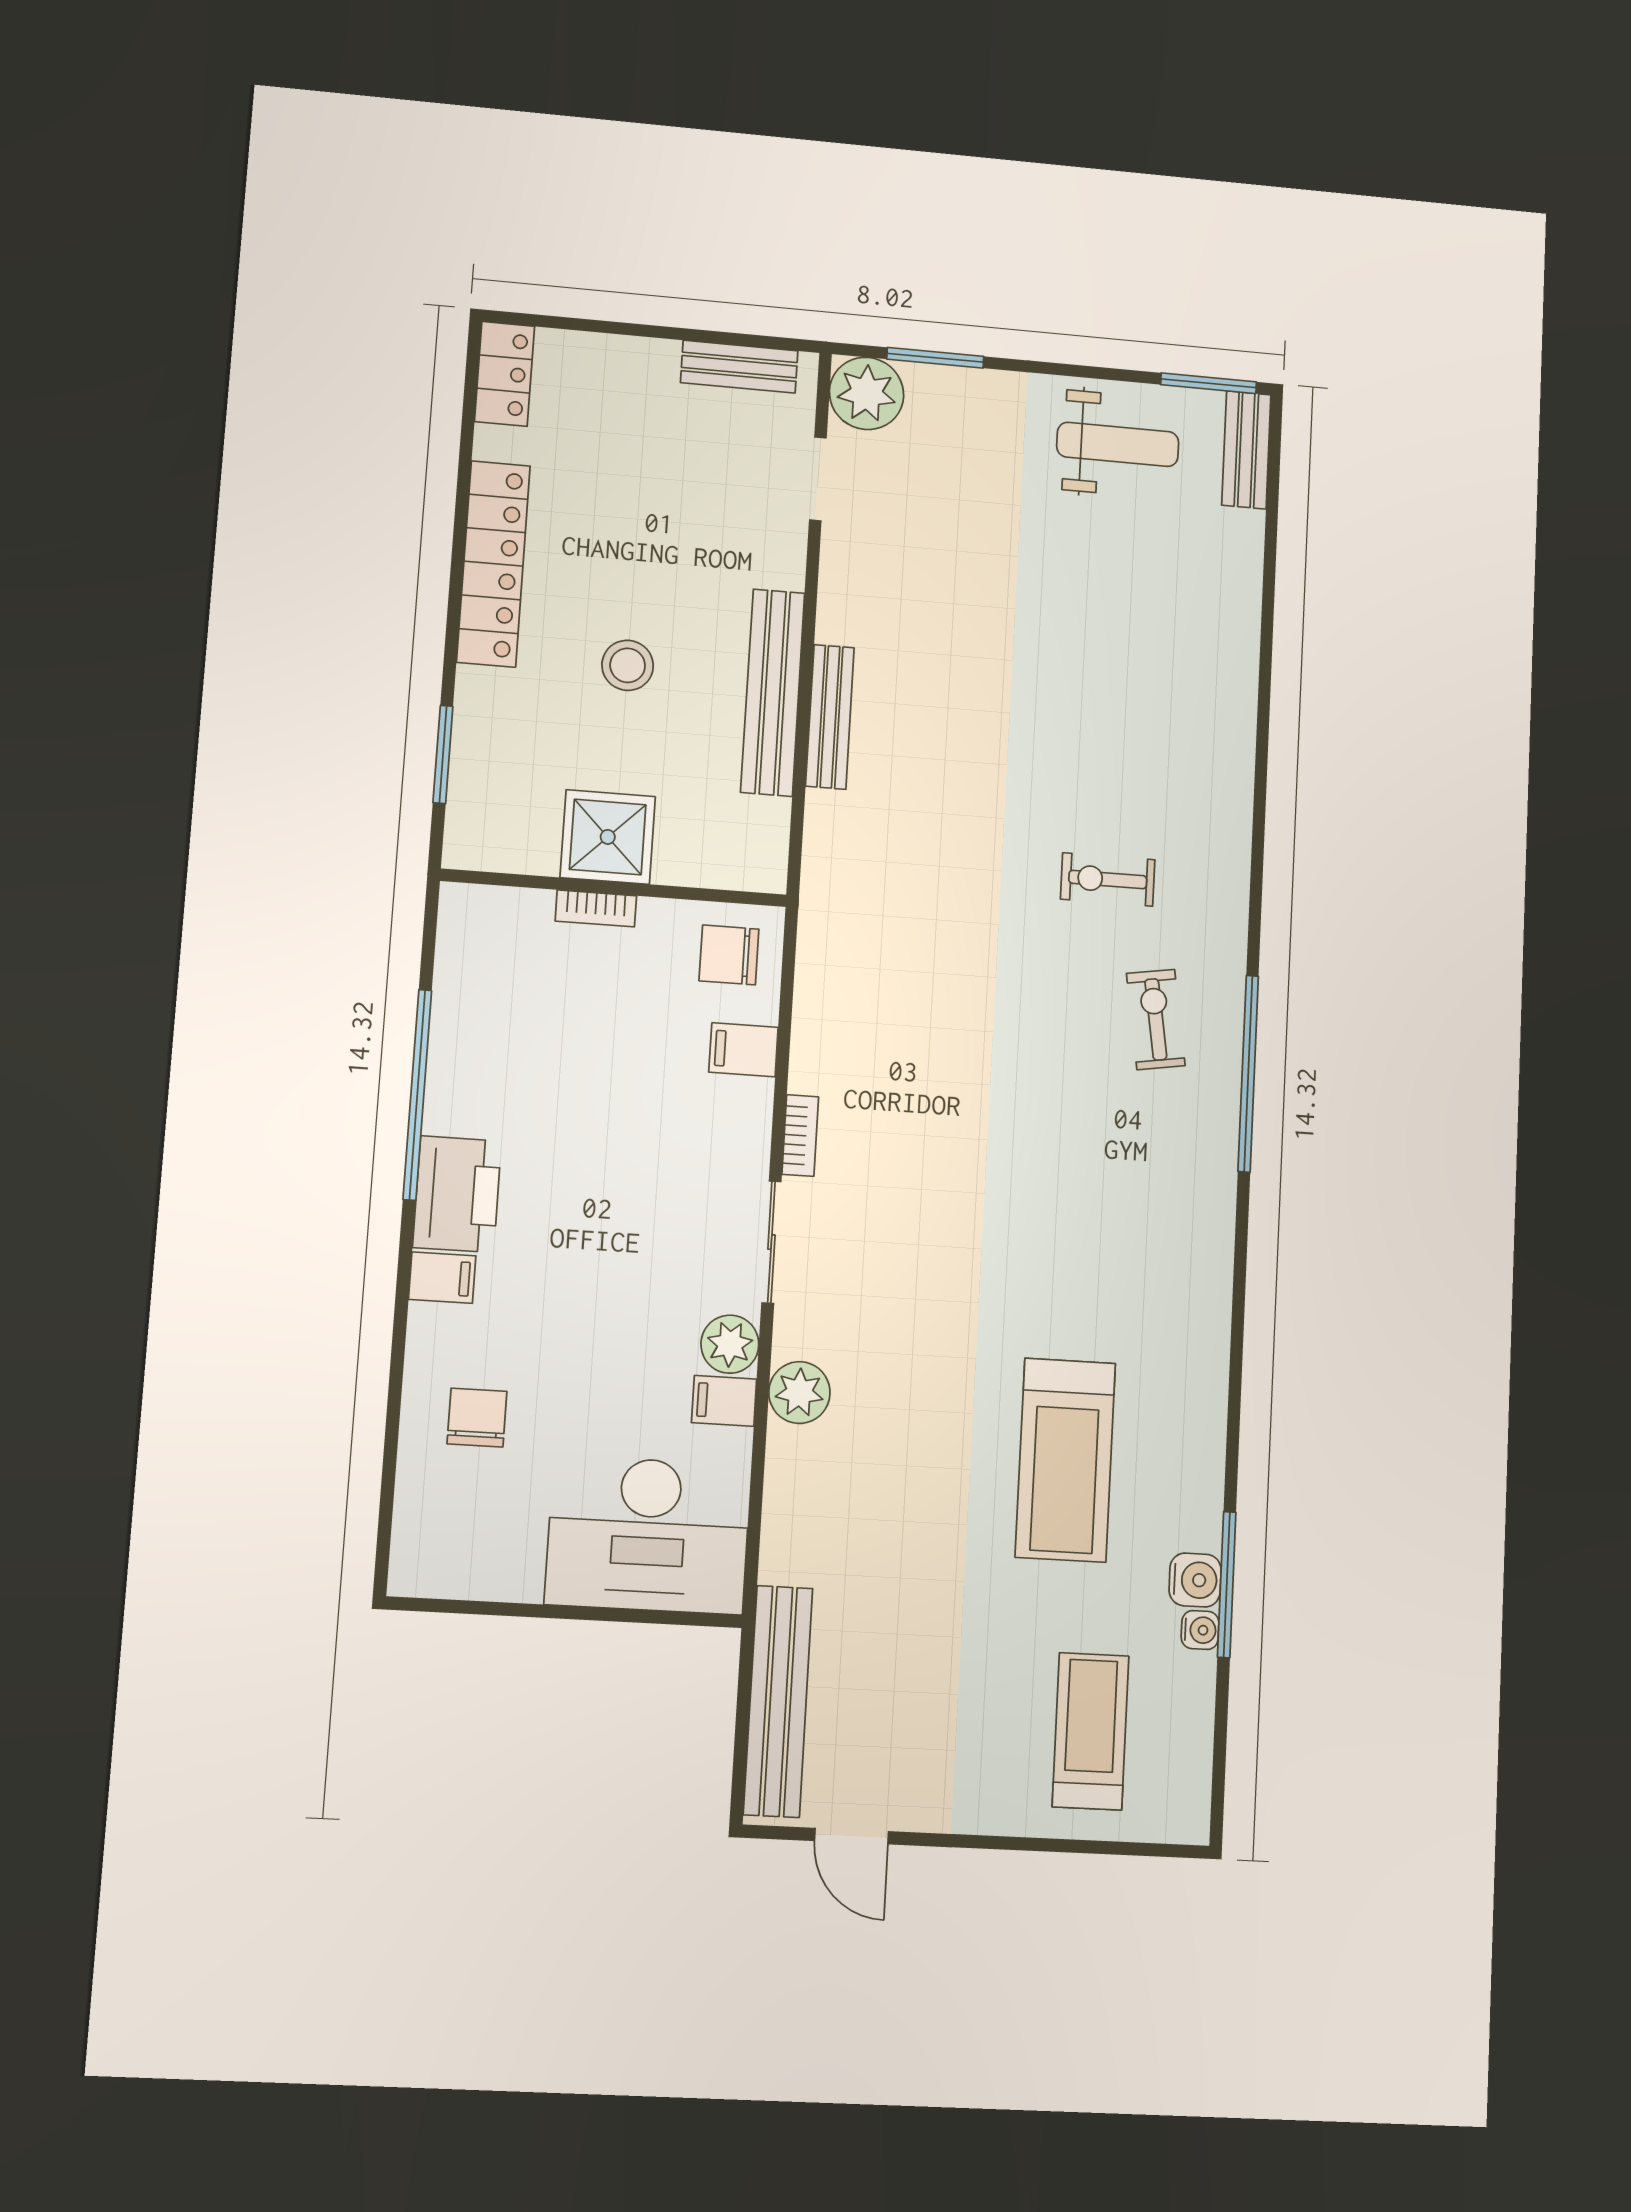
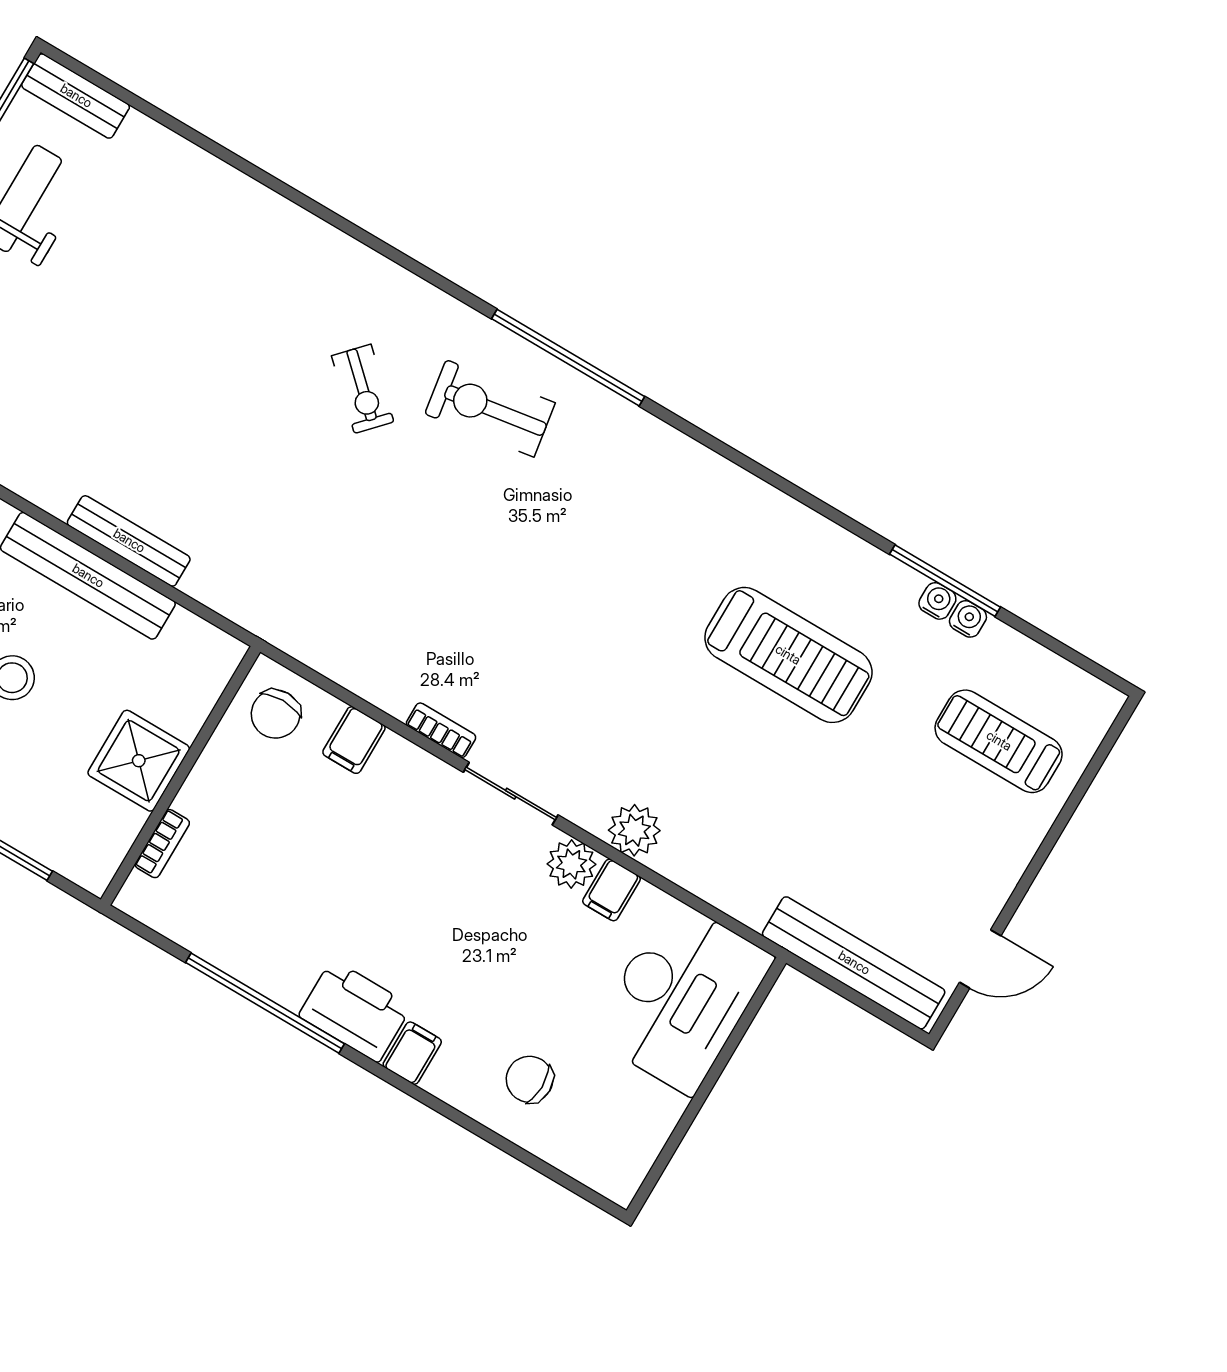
exercise bike: (1108, 879) -> (363, 389), turned -47
bookcase: (596, 908) -> (162, 844), moved
exercise bike: (1156, 1019) -> (490, 408), width x1.38, depth x1.39
water cooler: (1195, 1580) -> (937, 601), width x0.72, depth x0.72

